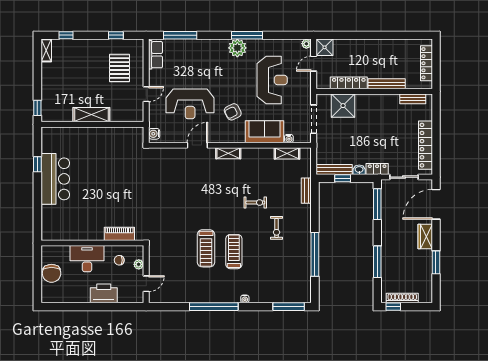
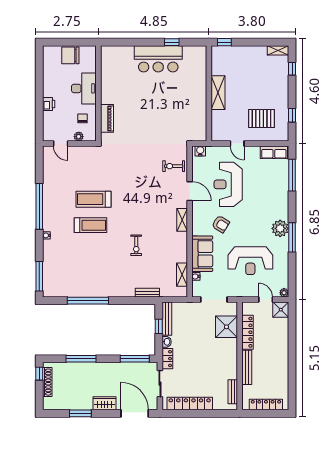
armchair: (233, 112) -> (221, 224), turned 149
exercise bike: (277, 228) -> (174, 166), moved
printer: (104, 293) -> (49, 104), width x0.53, depth x0.68

